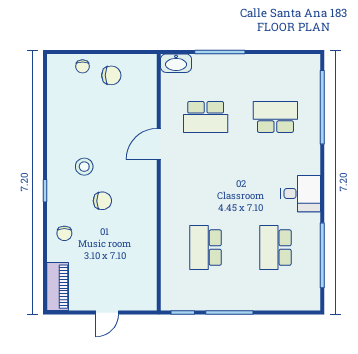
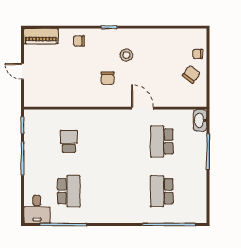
chair: (111, 75) -> (191, 74), turned -142
school desk: (275, 117) -> (162, 191), turned 180
desk: (301, 194) -> (37, 209), moved
chair: (102, 201) -> (108, 78), moved
school desk: (206, 248) -> (69, 141), width x0.54
school desk: (275, 248) -> (69, 191), turned 90

